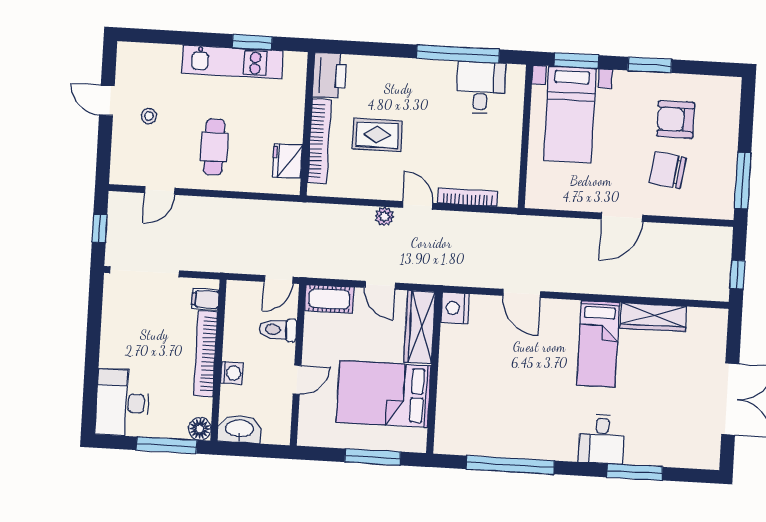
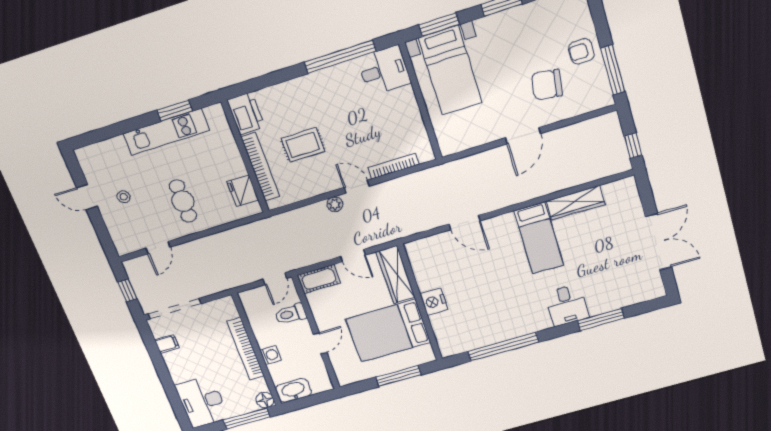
desk: (481, 88) -> (384, 71), moved, turned 90
armchair: (676, 119) -> (581, 51), moved, width x0.72, depth x0.72
filing cabinet: (205, 299) -> (167, 344), moved, turned 180
nightstand: (455, 308) -> (434, 302), moved

